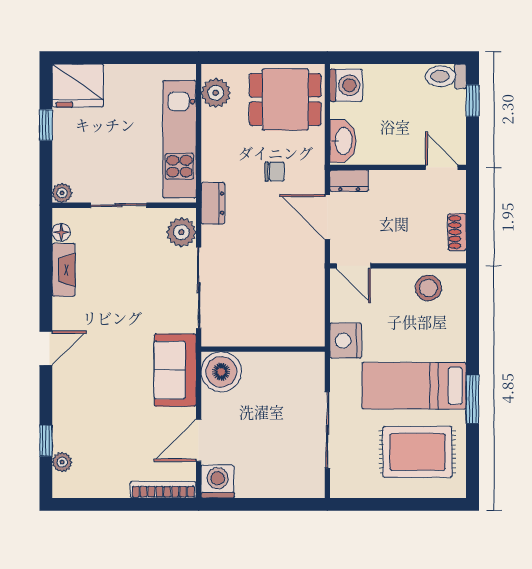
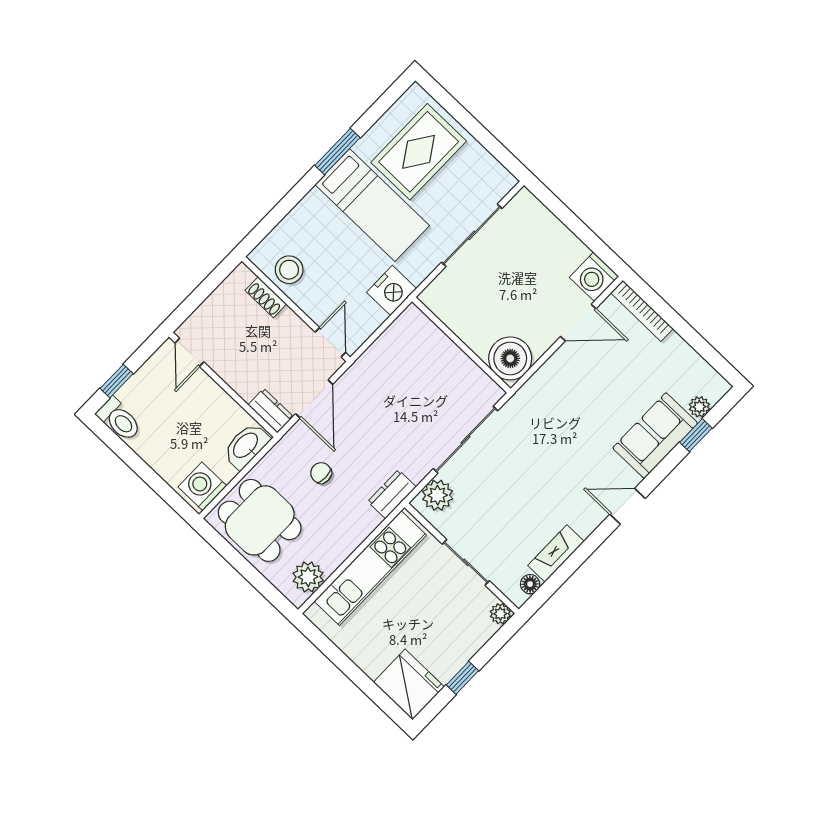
shoe rack: (457, 232) -> (266, 297), moved, turned 90
sofa: (175, 370) -> (655, 436), moved, turned 180
rug: (417, 452) -> (419, 152), turned 90

